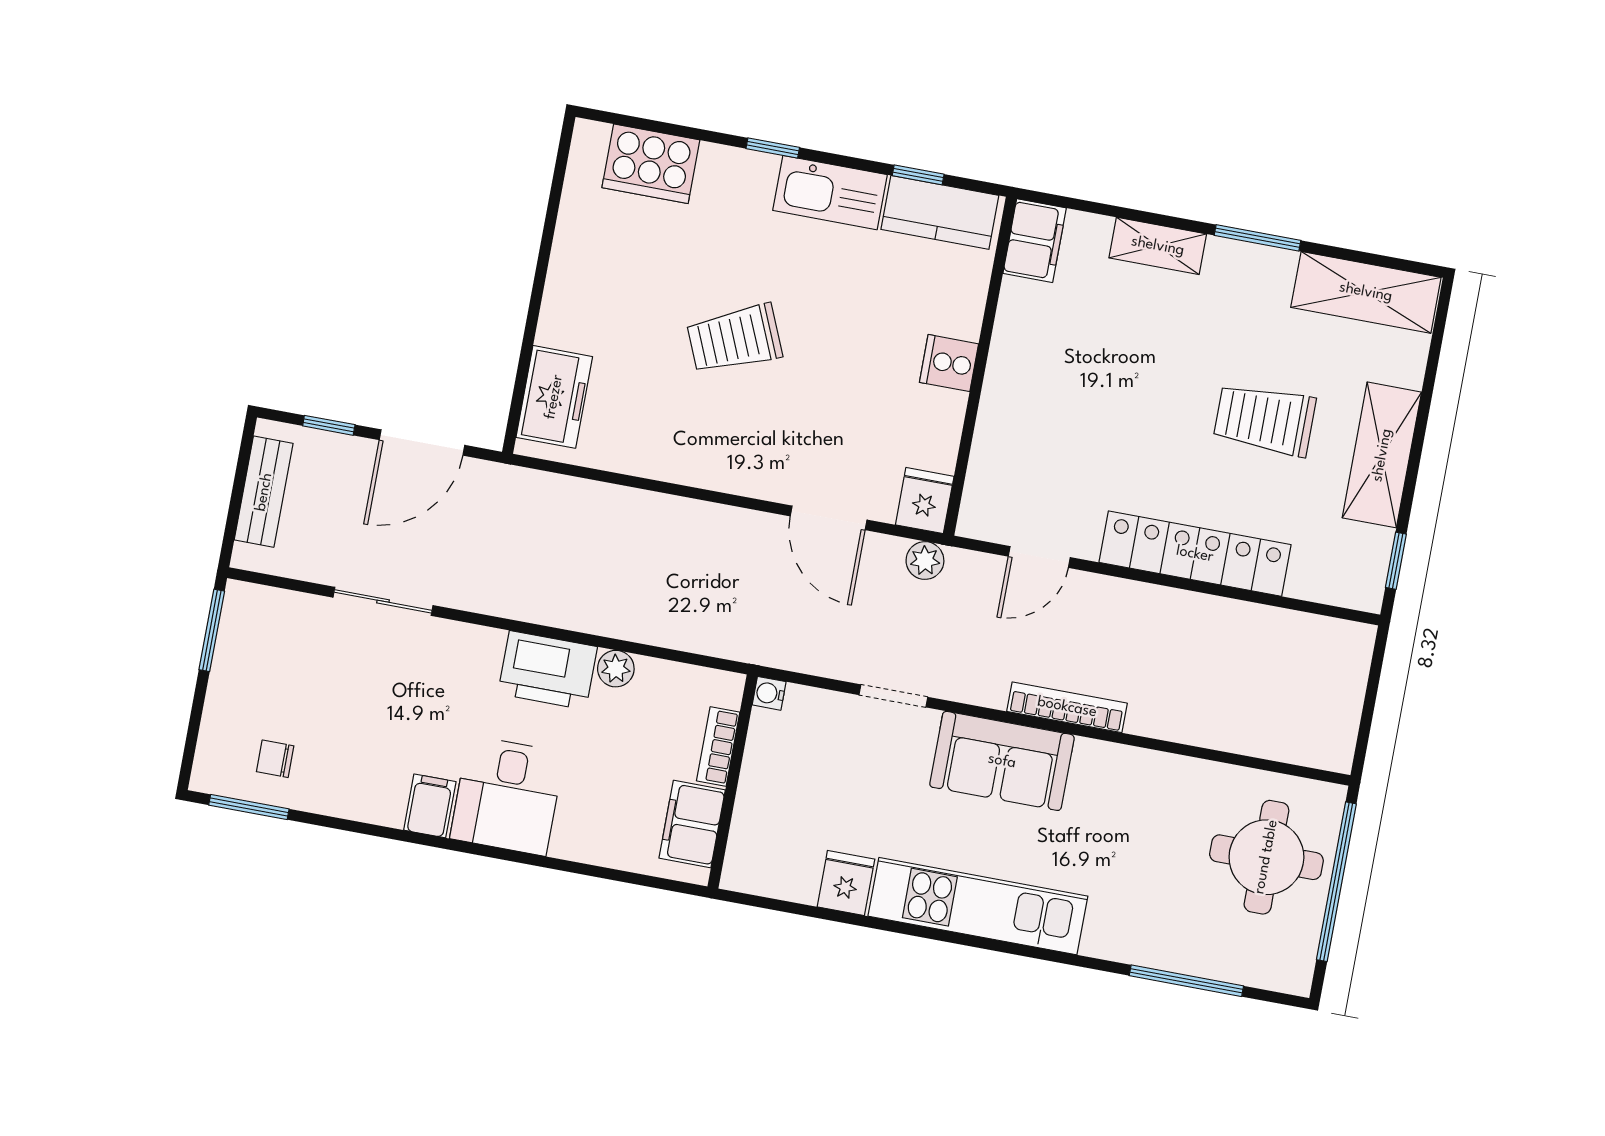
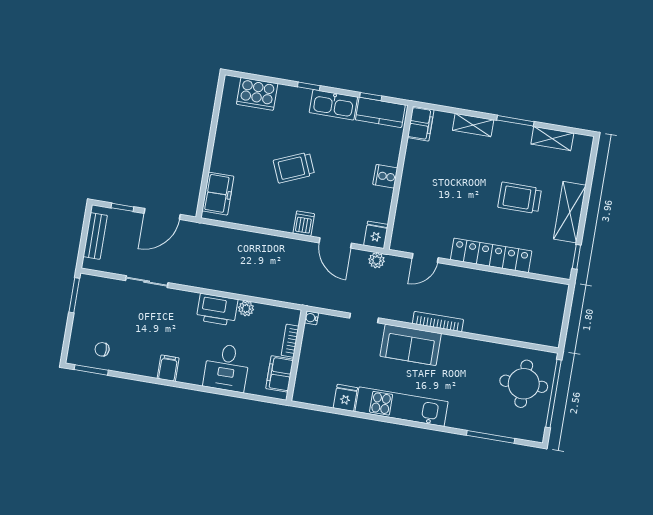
shelving: (1366, 292) -> (552, 139), width x0.67, depth x0.75
dishwasher: (755, 471) -> (304, 224), added
desk: (507, 795) -> (227, 367), moved

